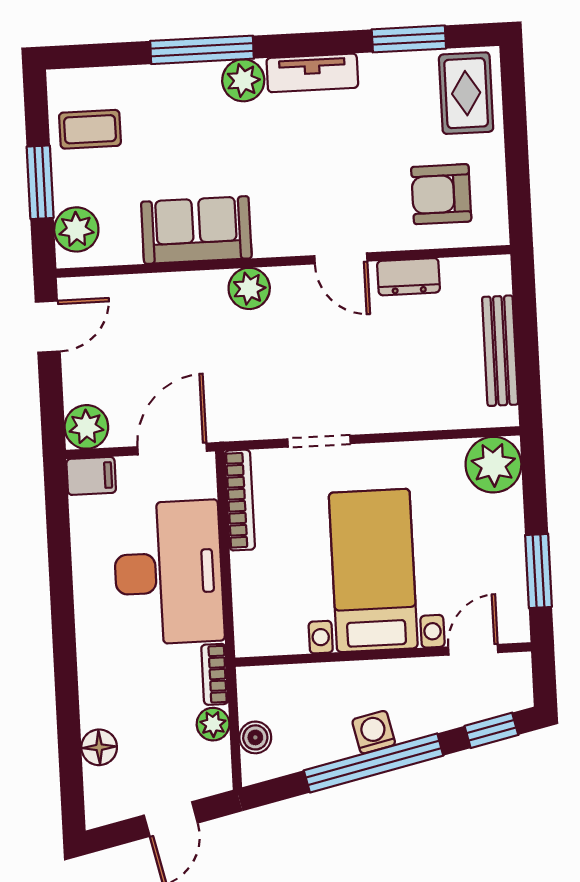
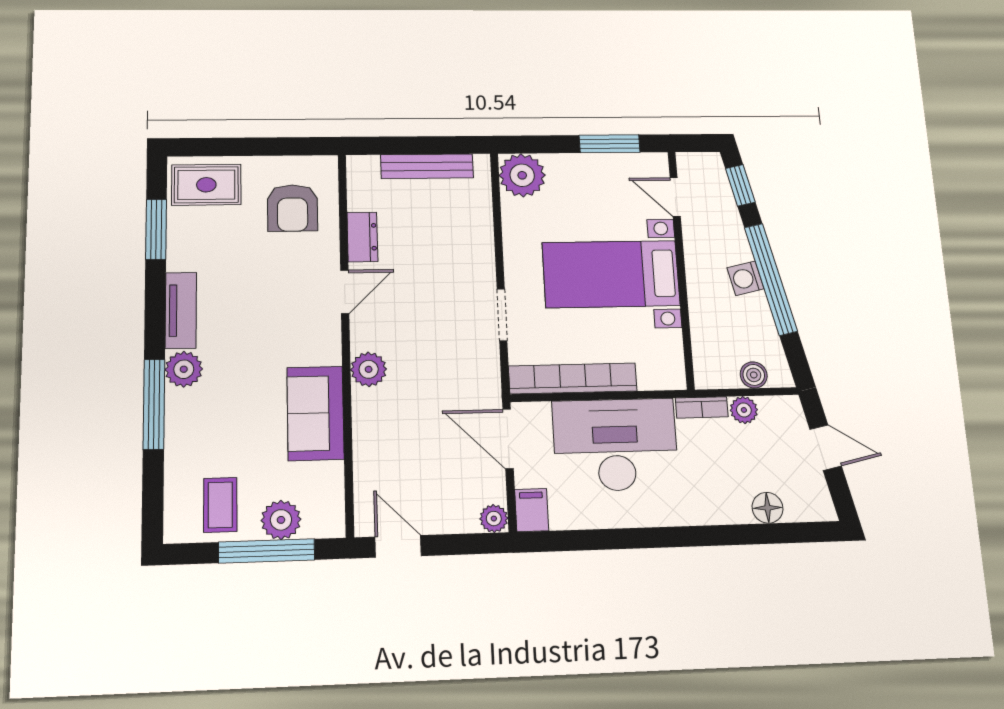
window: (40, 182) -> (267, 551), width x1.44
plant: (76, 229) -> (281, 520), moved
plant: (86, 427) -> (494, 519), width x0.73, depth x0.73
bookcase: (240, 500) -> (573, 379), width x1.48, depth x1.31

